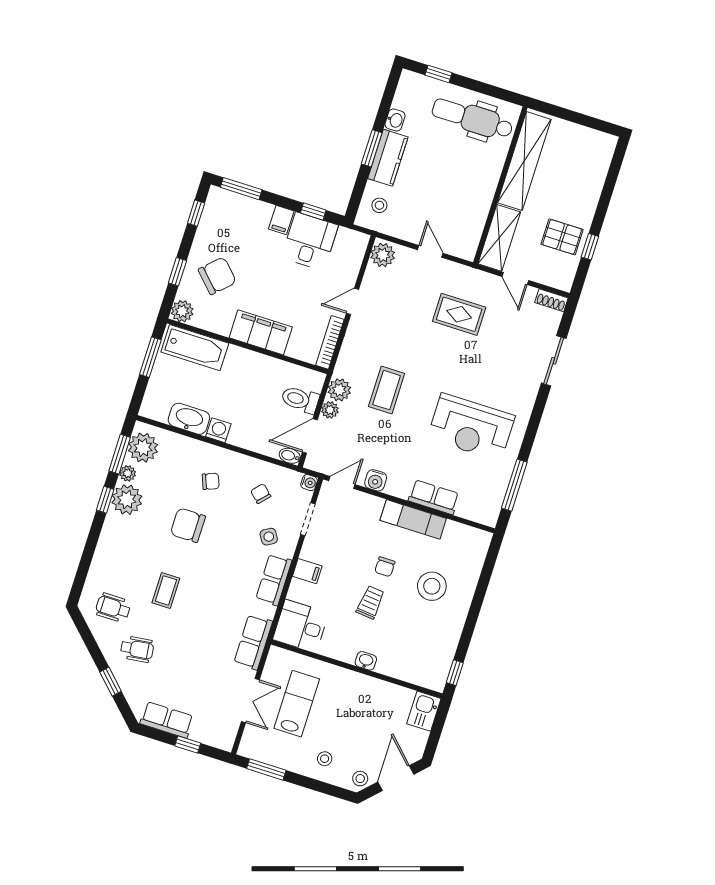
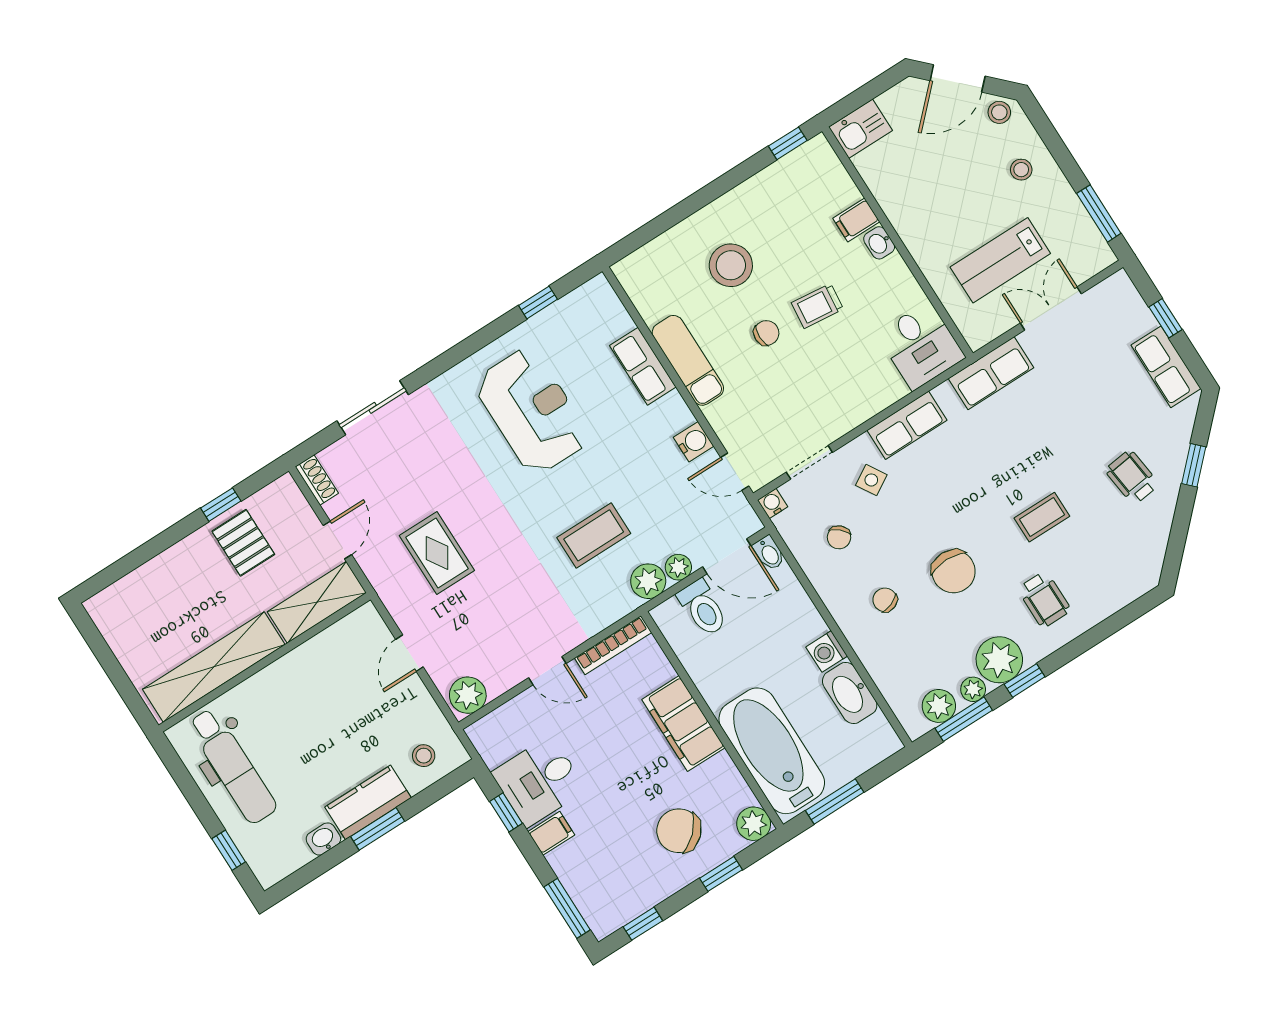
bathtub: (195, 348) -> (772, 751), width x1.36, depth x1.36
plant: (143, 448) -> (939, 706), width x0.73, depth x0.73
window: (514, 485) -> (538, 302), width x0.46
filing cabinet: (307, 571) -> (856, 220), moved, turned -90
wheelchair: (113, 608) -> (1044, 599), moved

